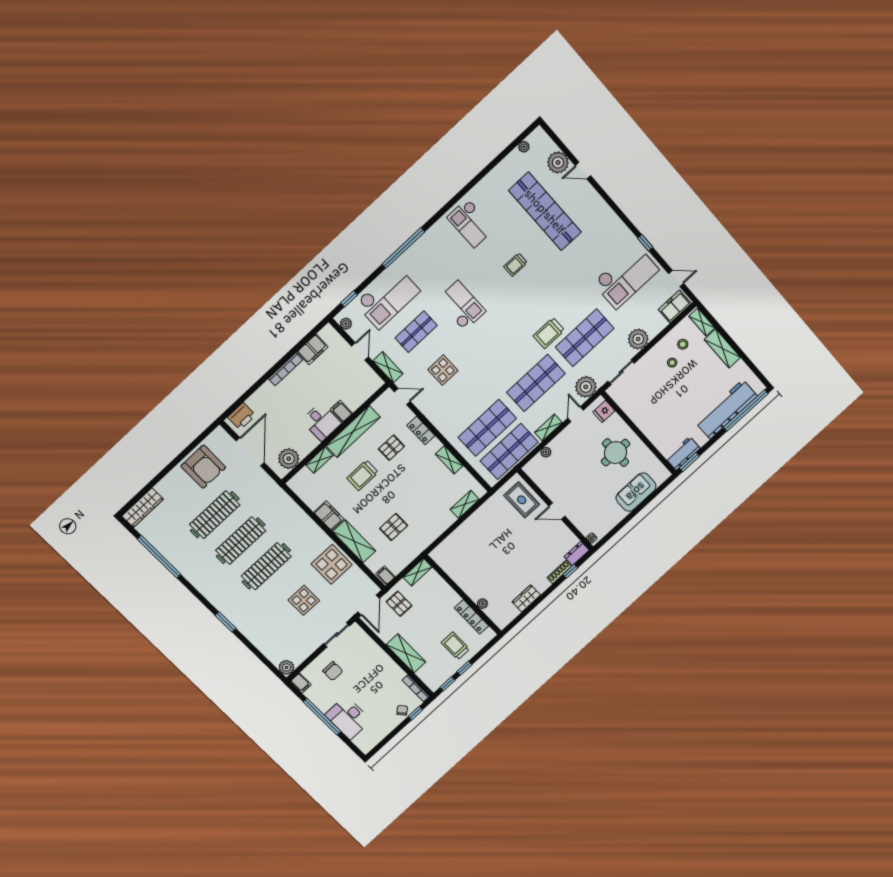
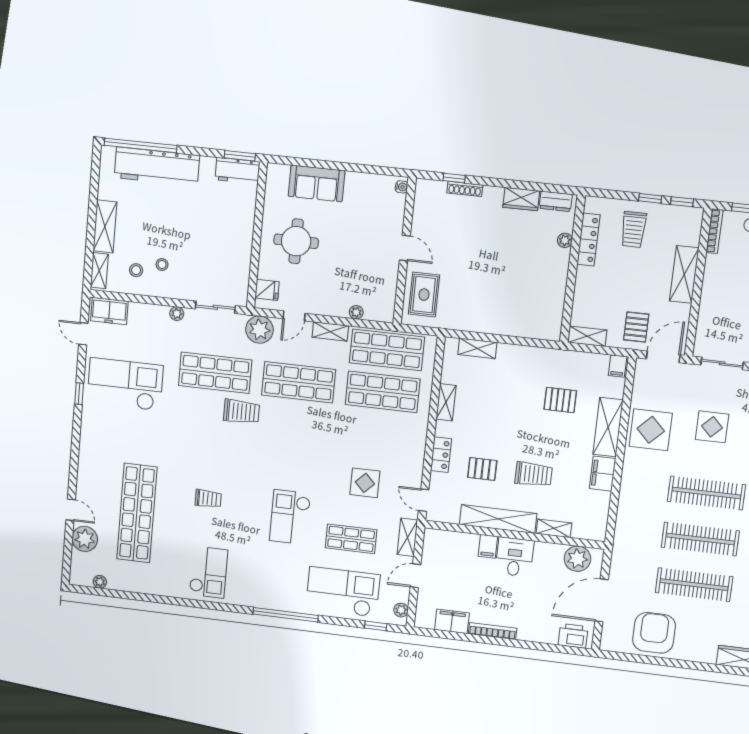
plant: (638, 339) -> (177, 314), width x0.53, depth x0.53
dresser: (577, 553) -> (556, 201), moved

